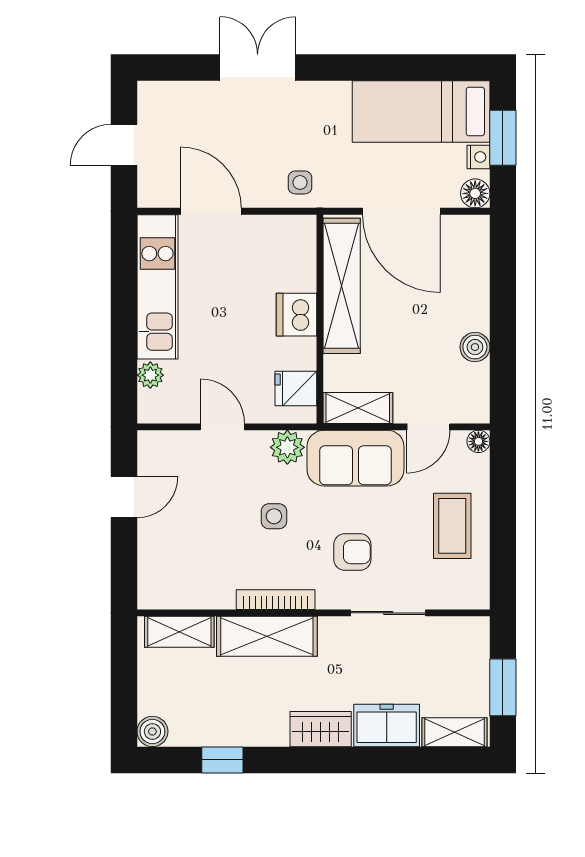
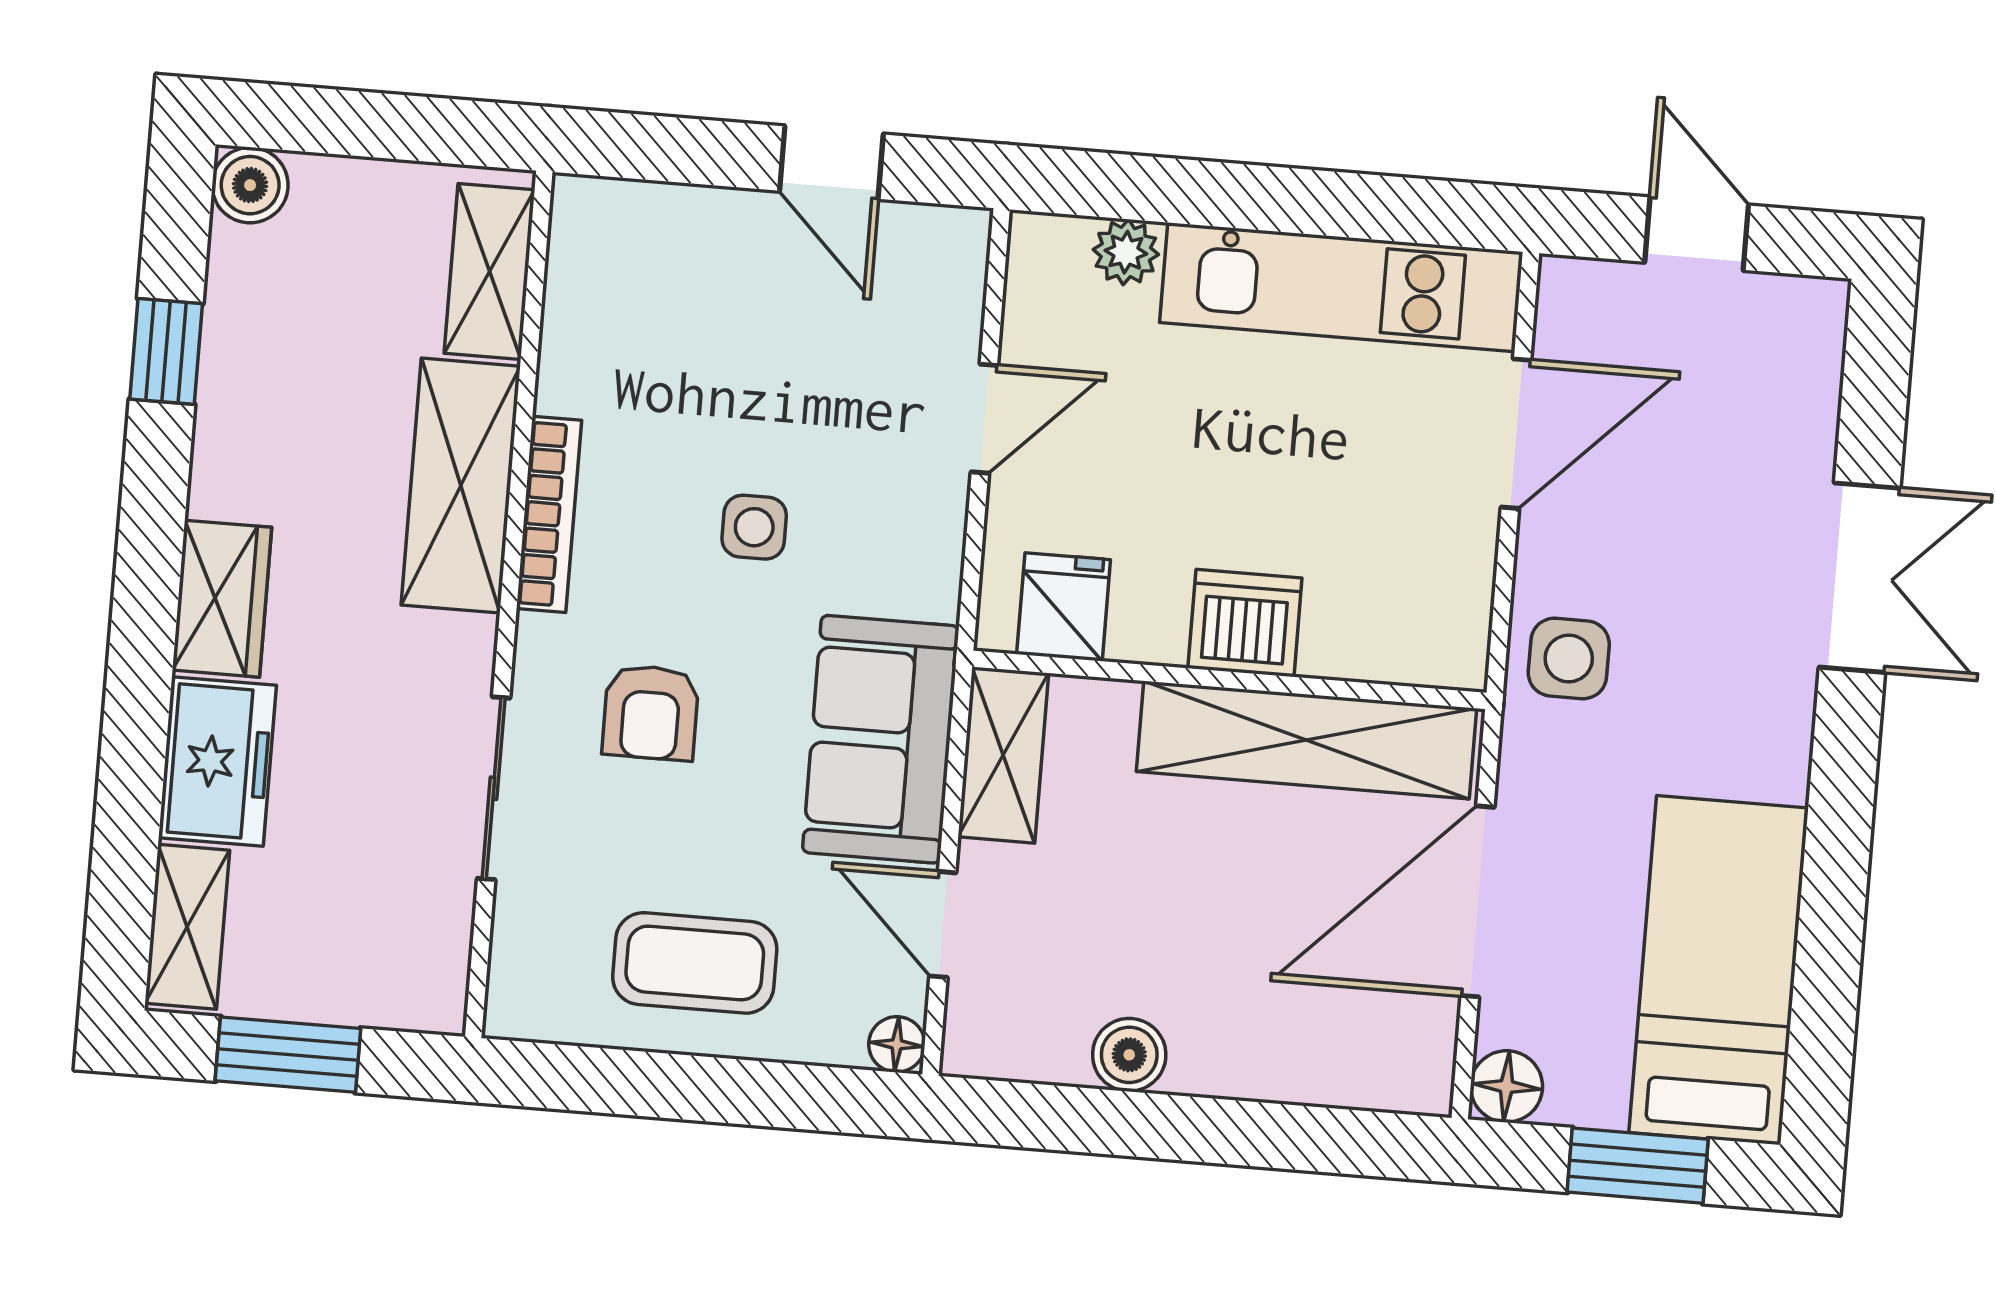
nightstand: (478, 157) -> (1595, 1102), removed
side table: (300, 182) -> (1569, 658), width x1.37, depth x1.37
plant: (287, 447) -> (921, 574), removed

